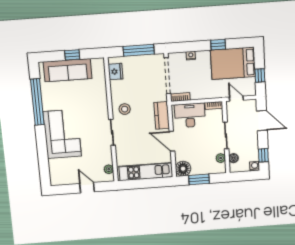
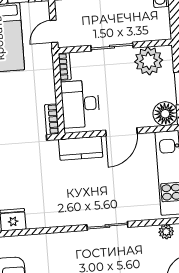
stool: (125, 109) -> (71, 206), removed
plant: (221, 158) -> (149, 61), width x1.88, depth x1.88
boiler: (234, 158) -> (148, 34), removed

